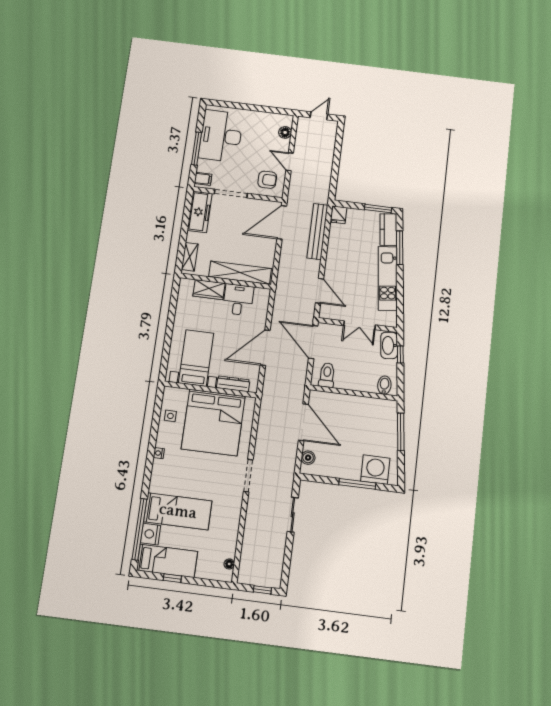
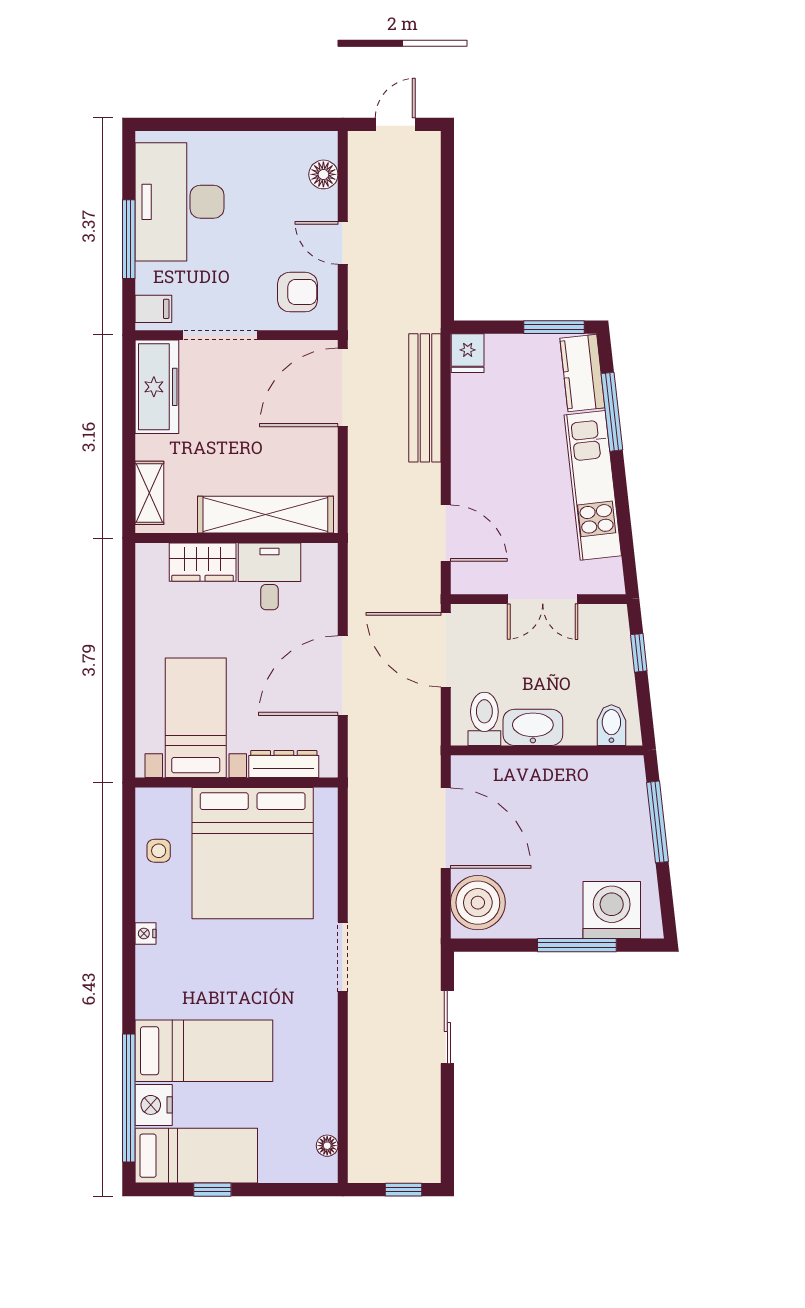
washbasin: (389, 345) -> (533, 727), moved, turned 96
boiler: (308, 458) -> (478, 903), width x1.86, depth x1.86

